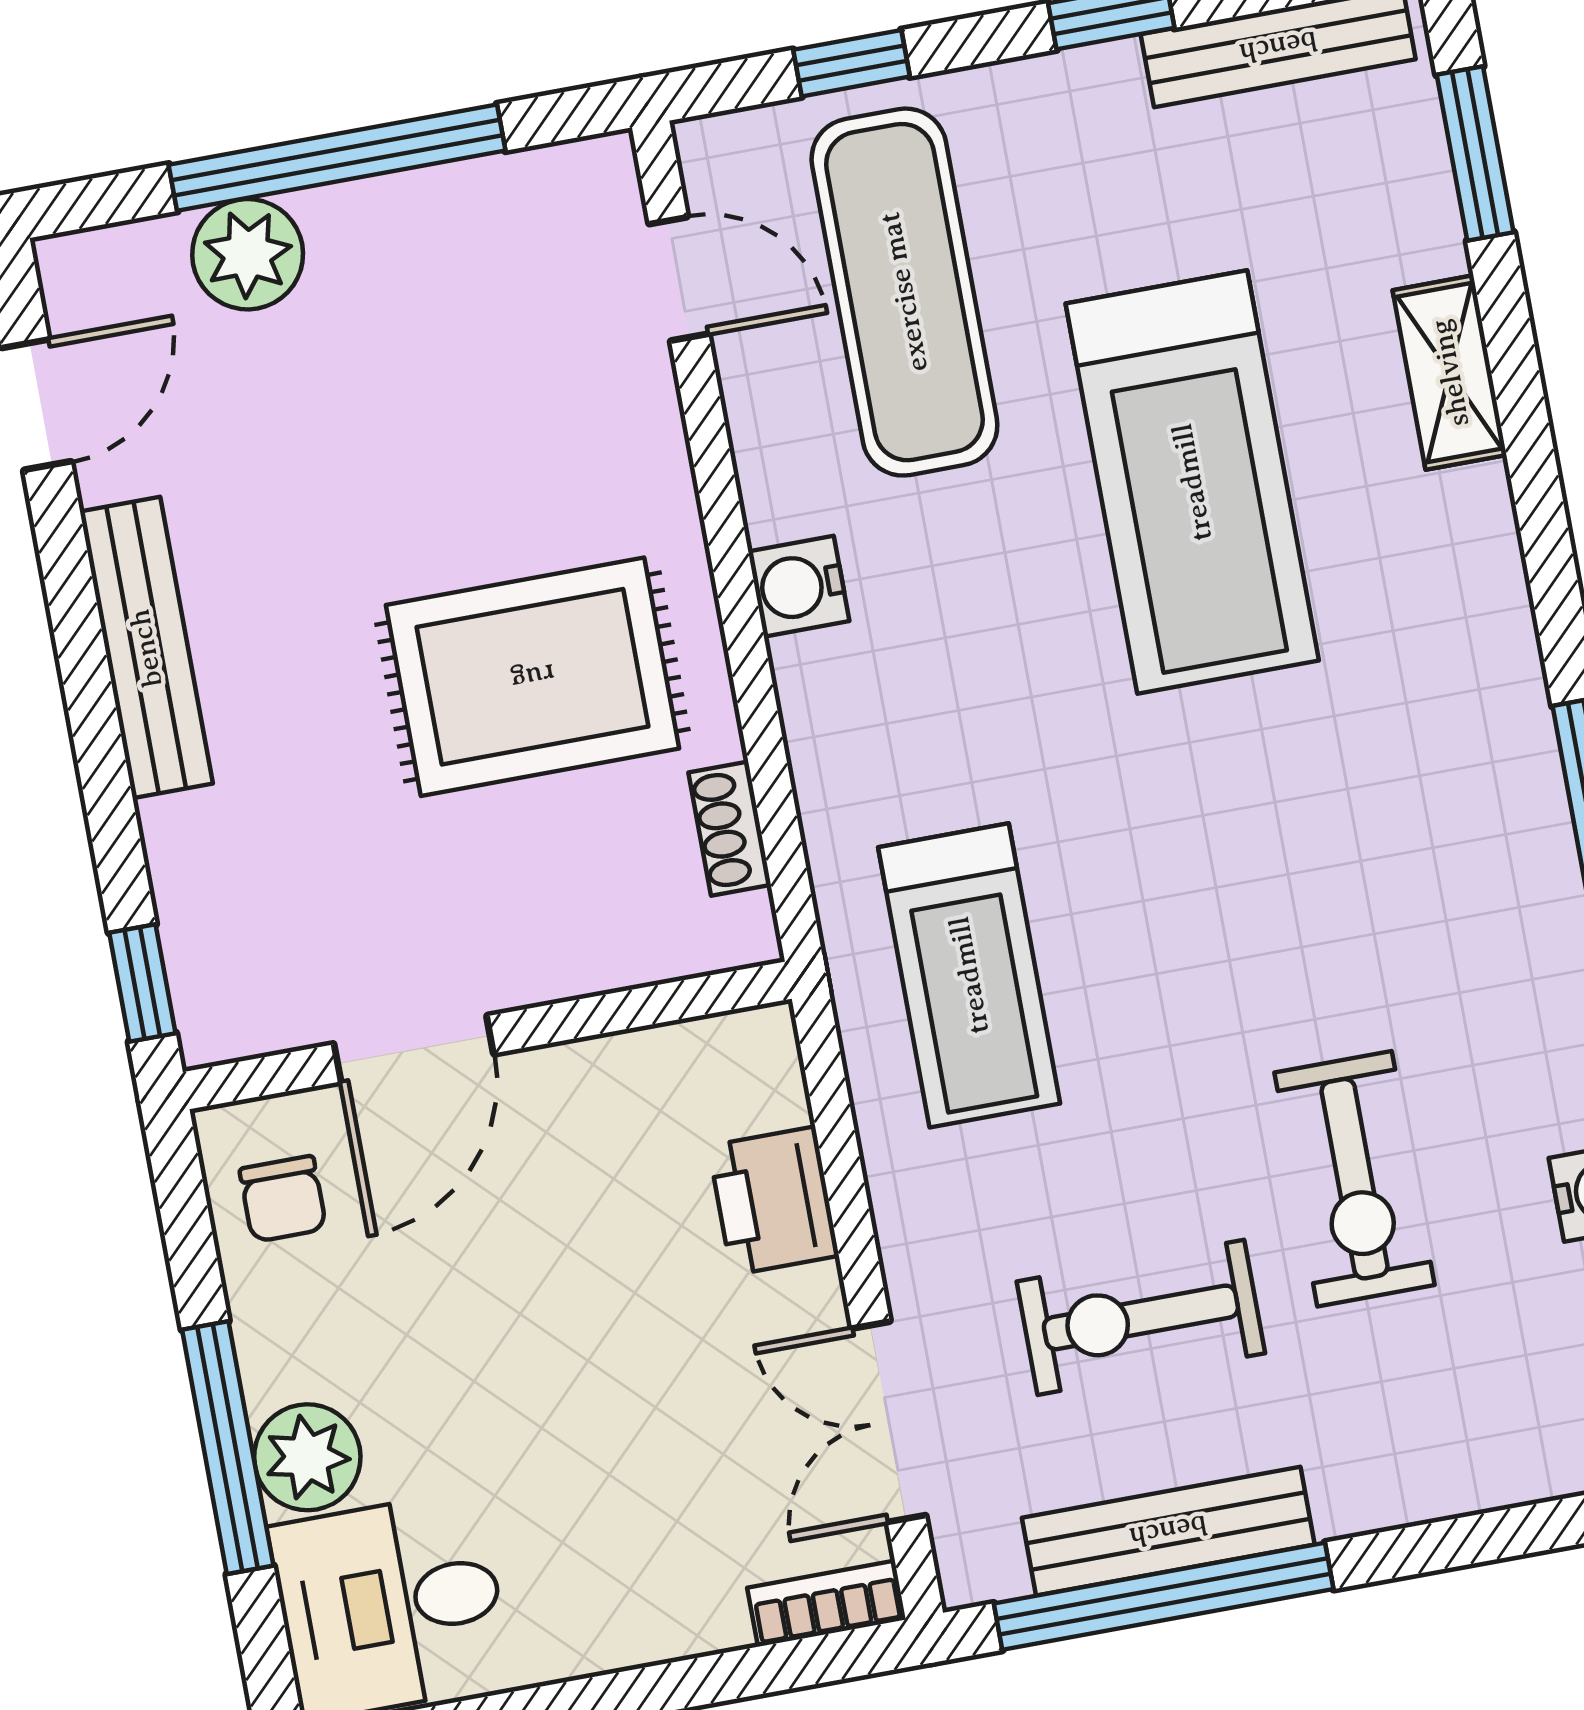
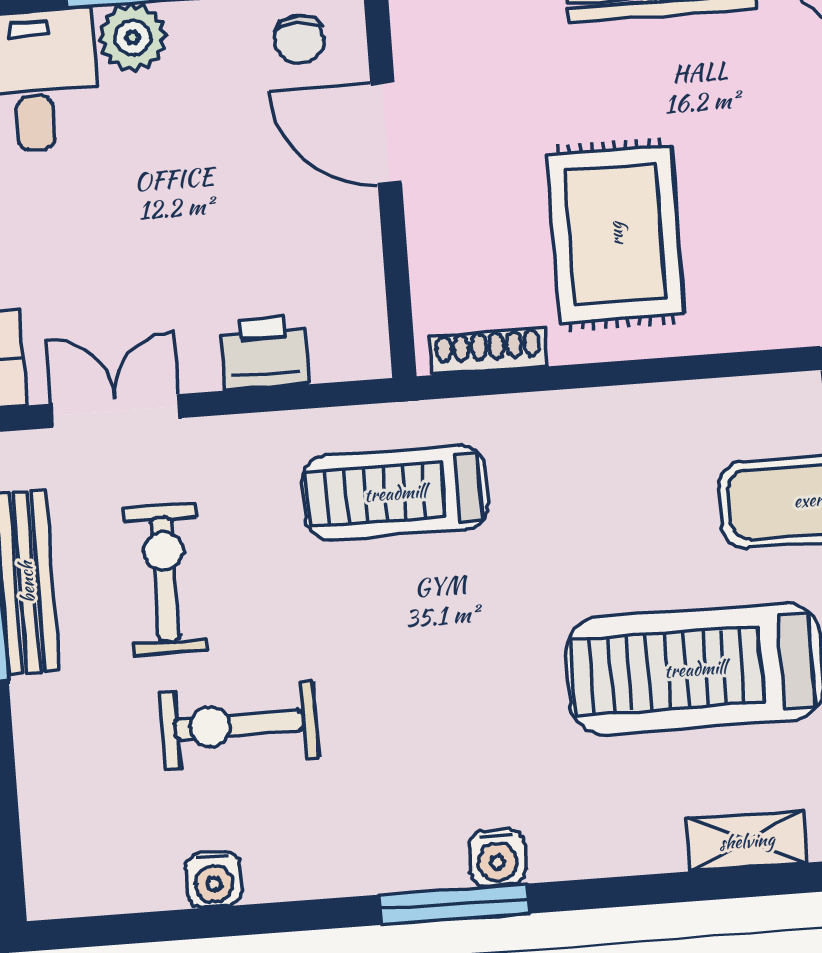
water cooler: (799, 586) -> (497, 858), moved, turned 180
shoe rack: (730, 829) -> (488, 351), width x1.43
chair: (283, 1199) -> (299, 39), turned -90

